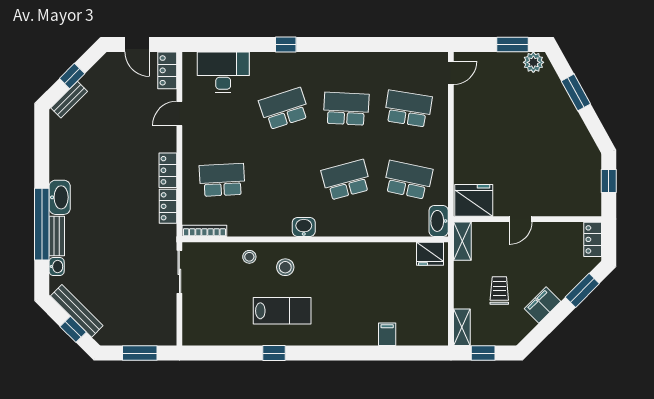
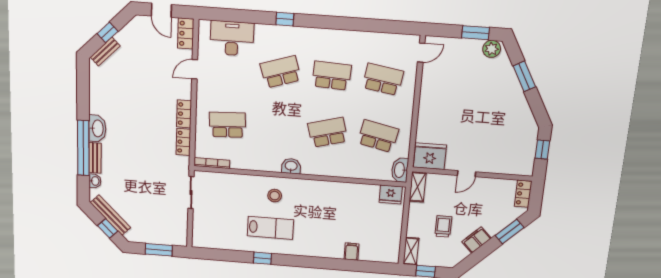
stool: (249, 257) -> (247, 186), removed

